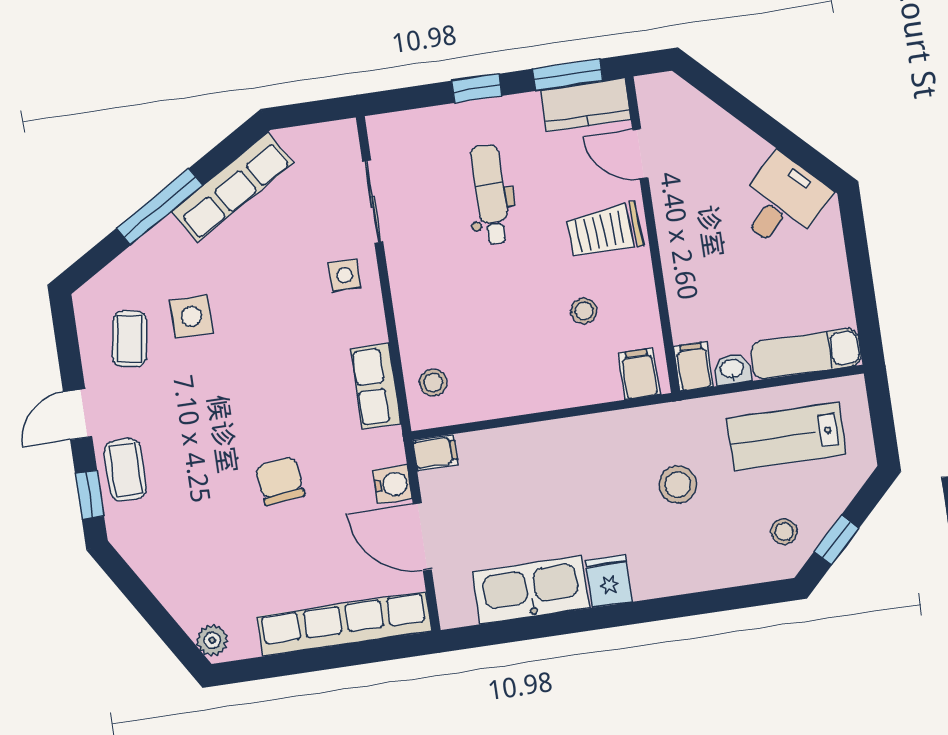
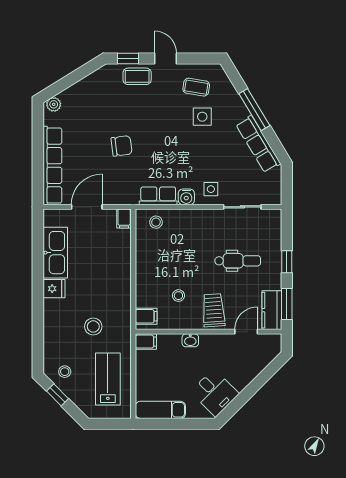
exam couch: (806, 354) -> (160, 410), moved, turned -90
washbasin: (732, 369) -> (190, 340), moved, turned 90
water cooler: (392, 484) -> (186, 197), moved

